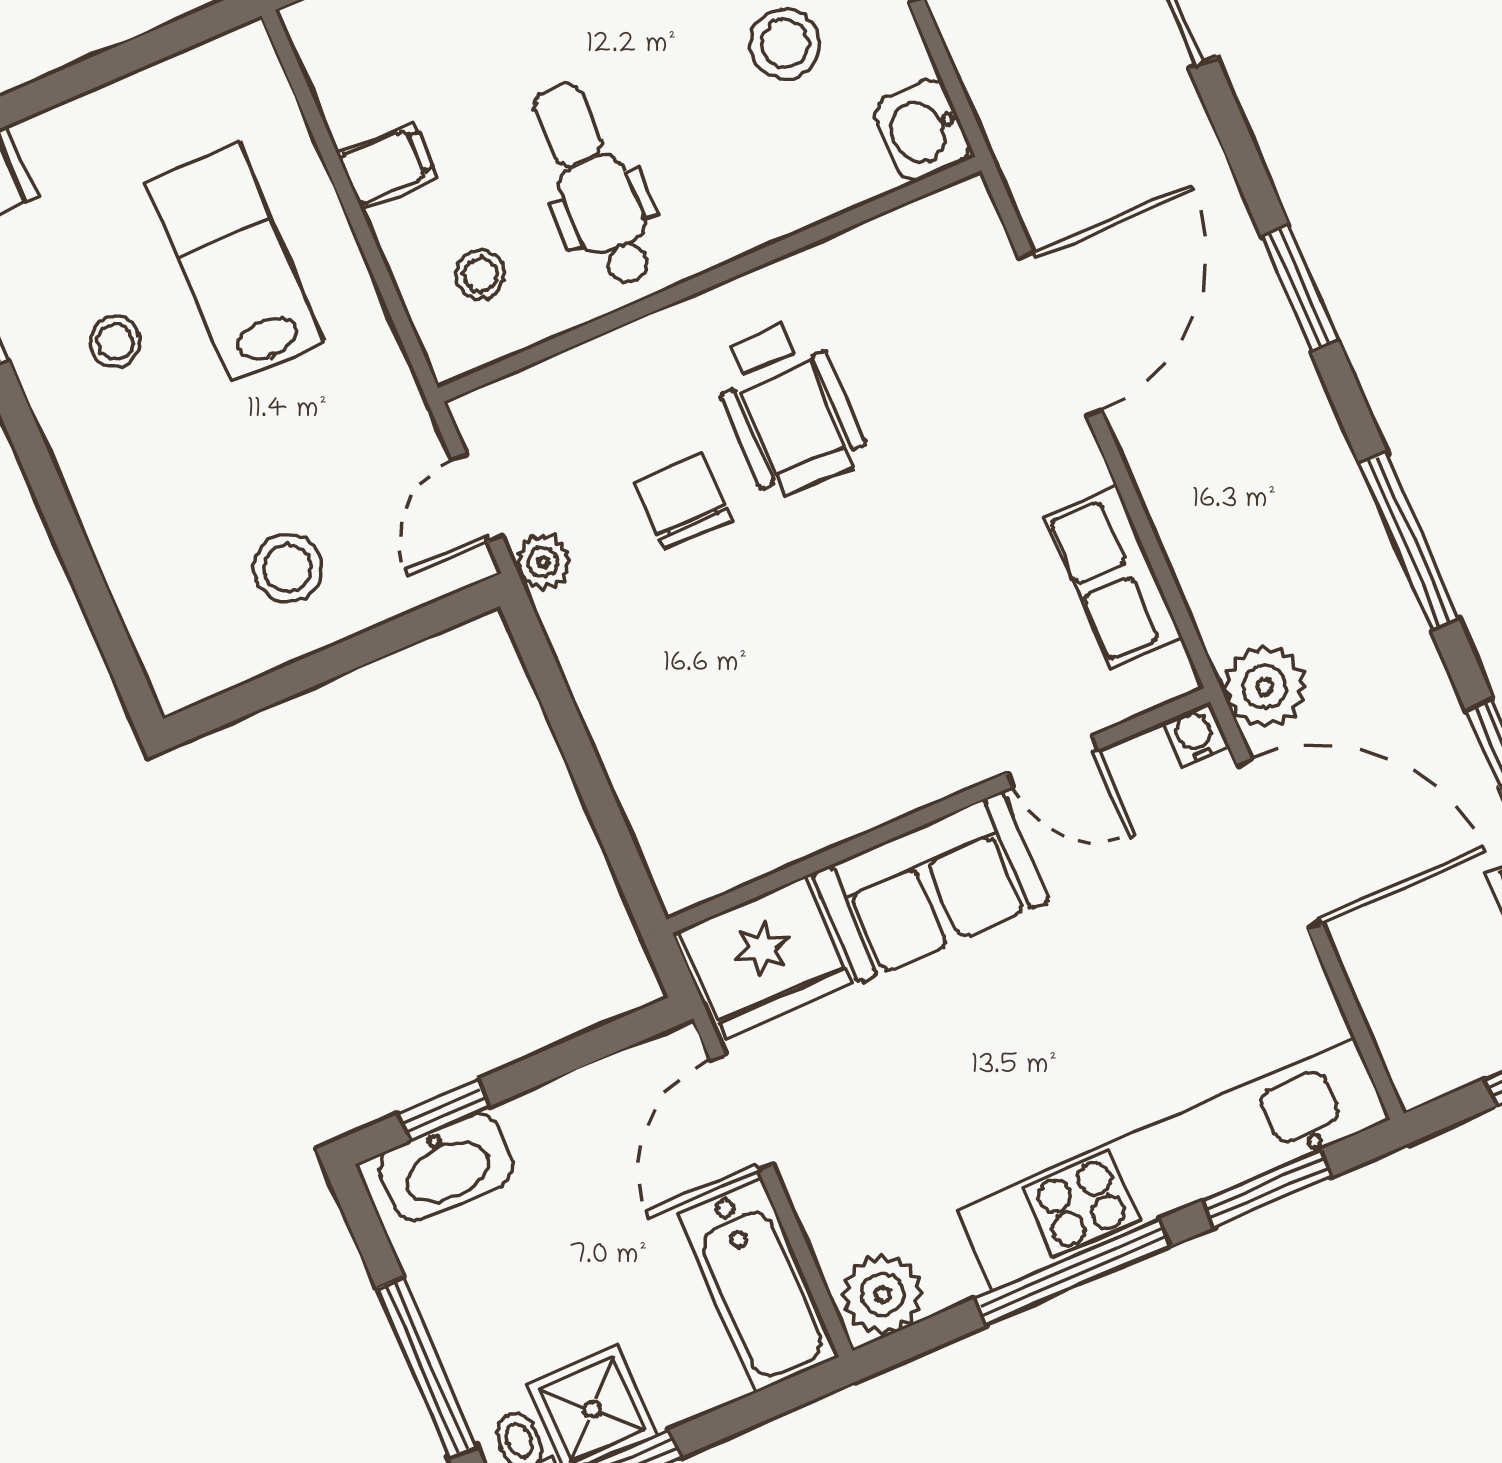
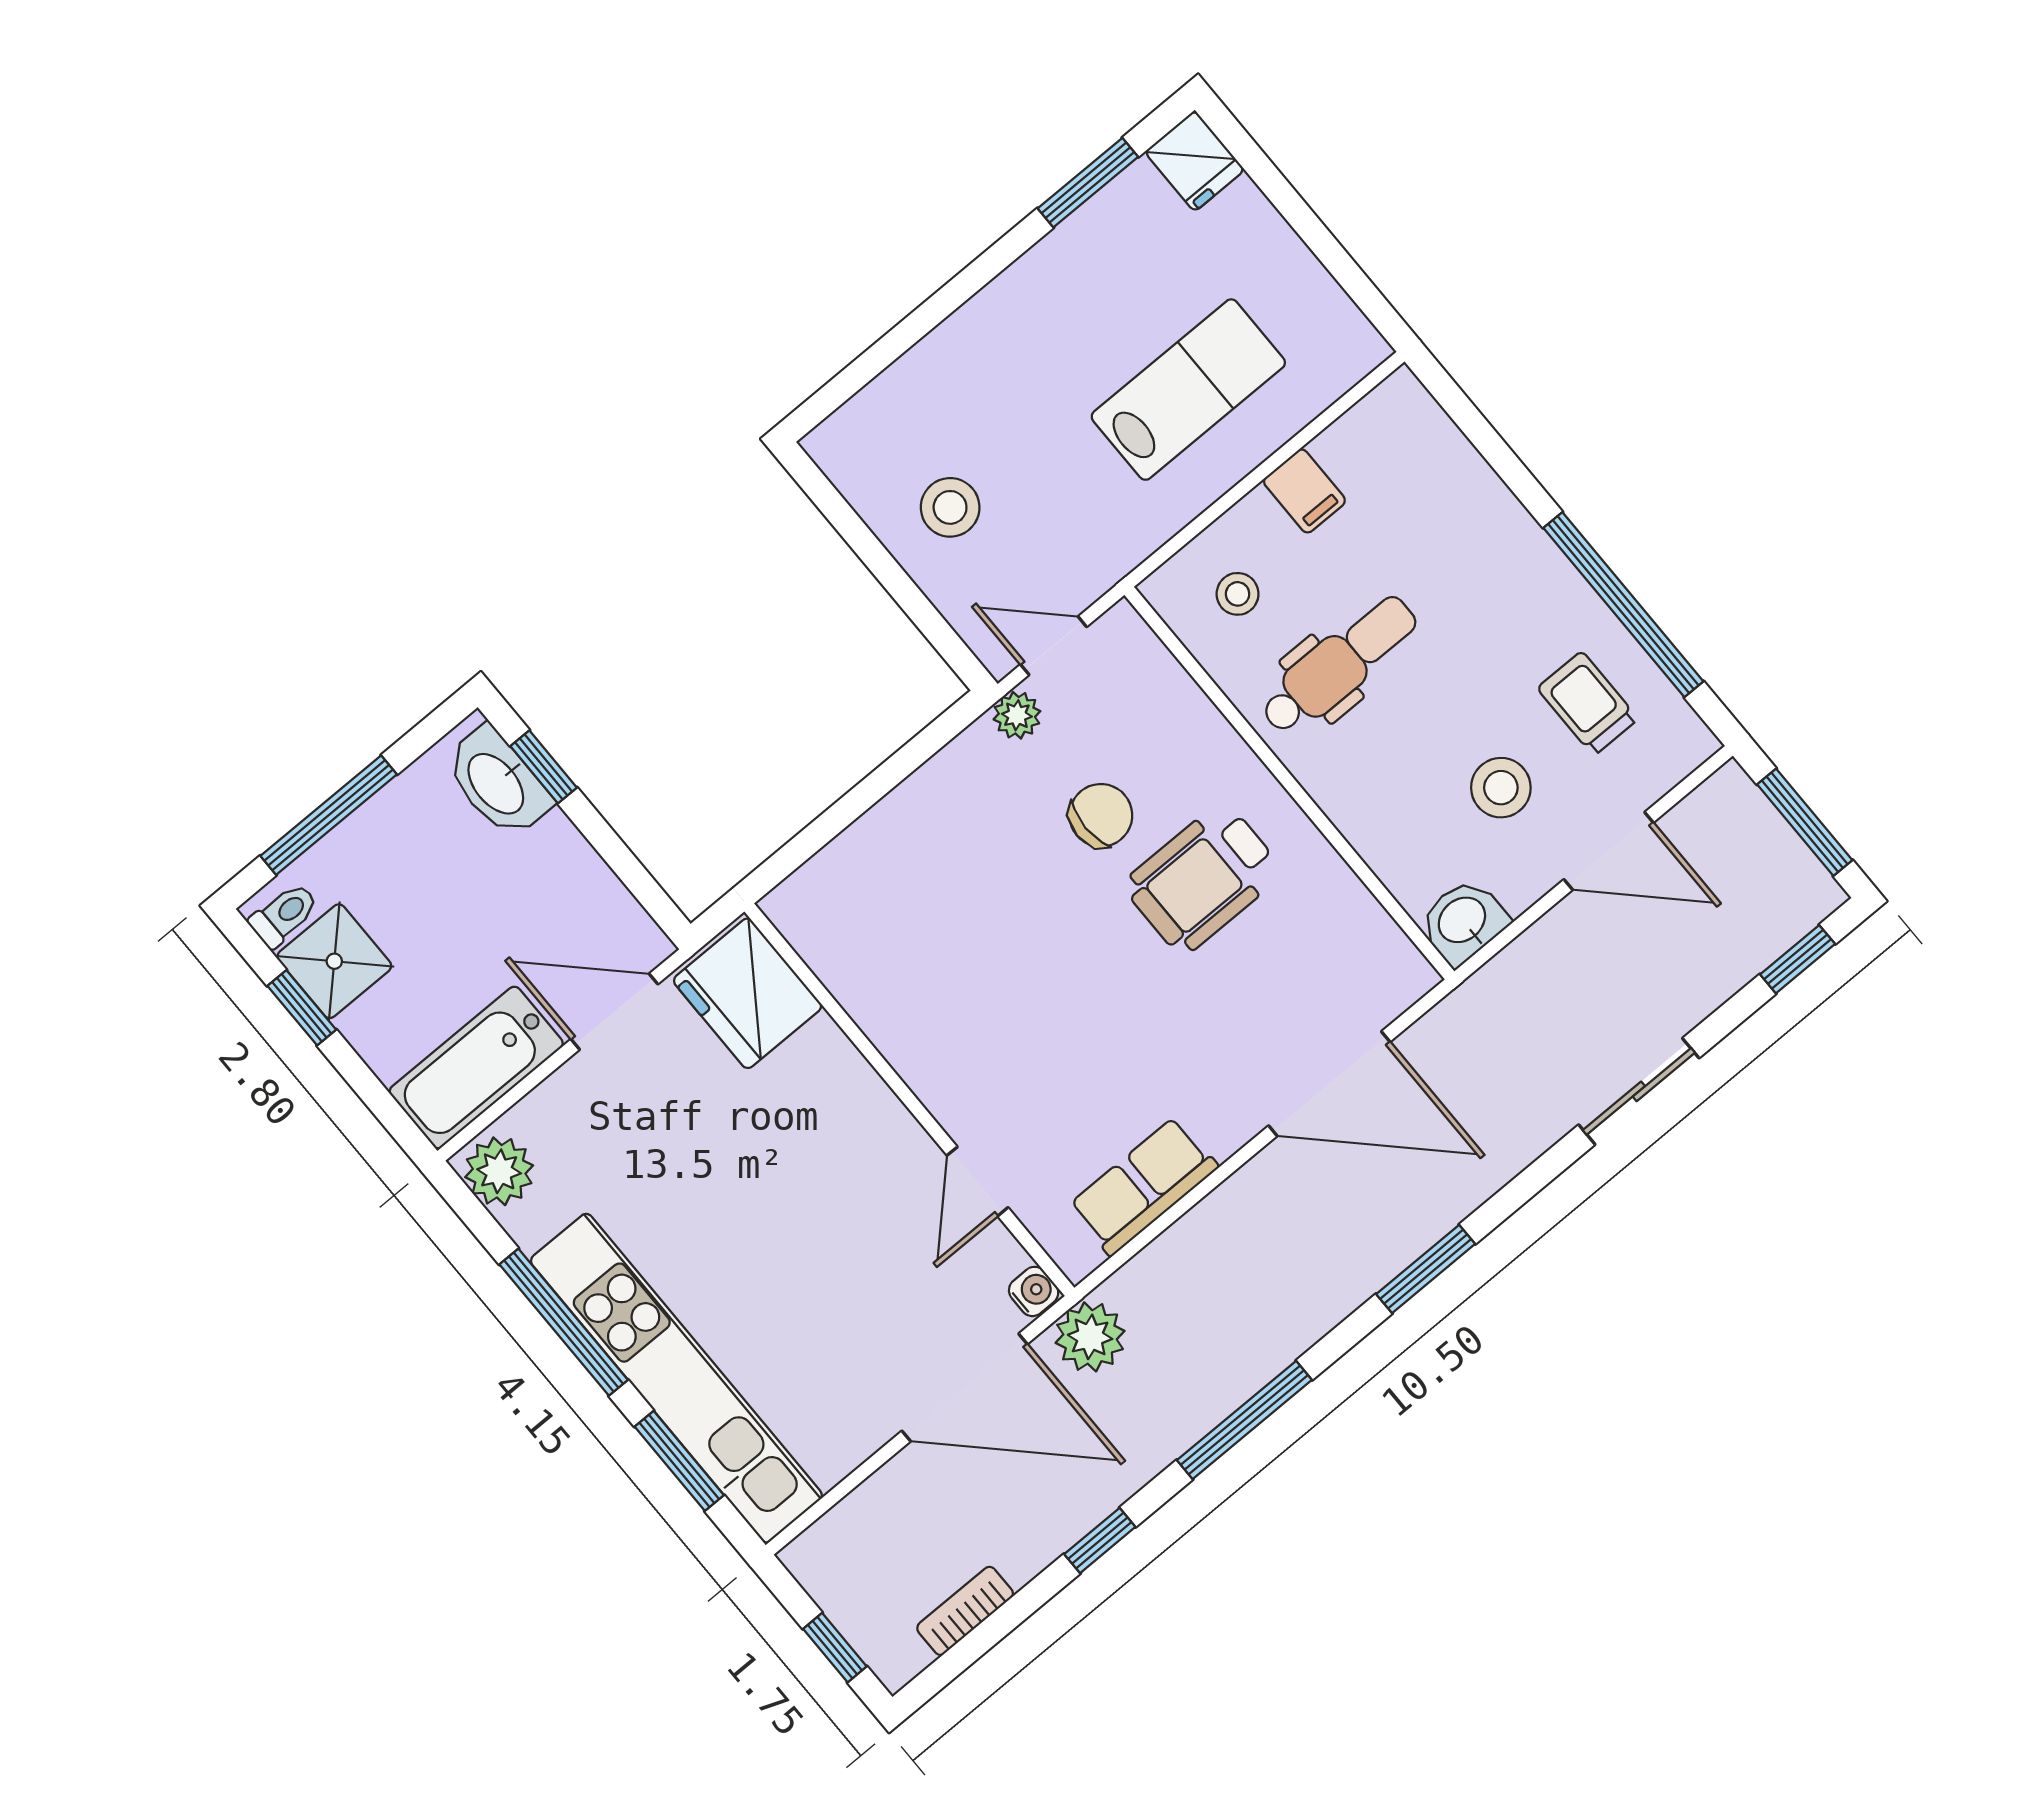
stool: (115, 342) -> (1094, 311), removed
door: (1280, 844) -> (965, 1388), hinge flipped
sofa: (931, 887) -> (845, 1112), removed

